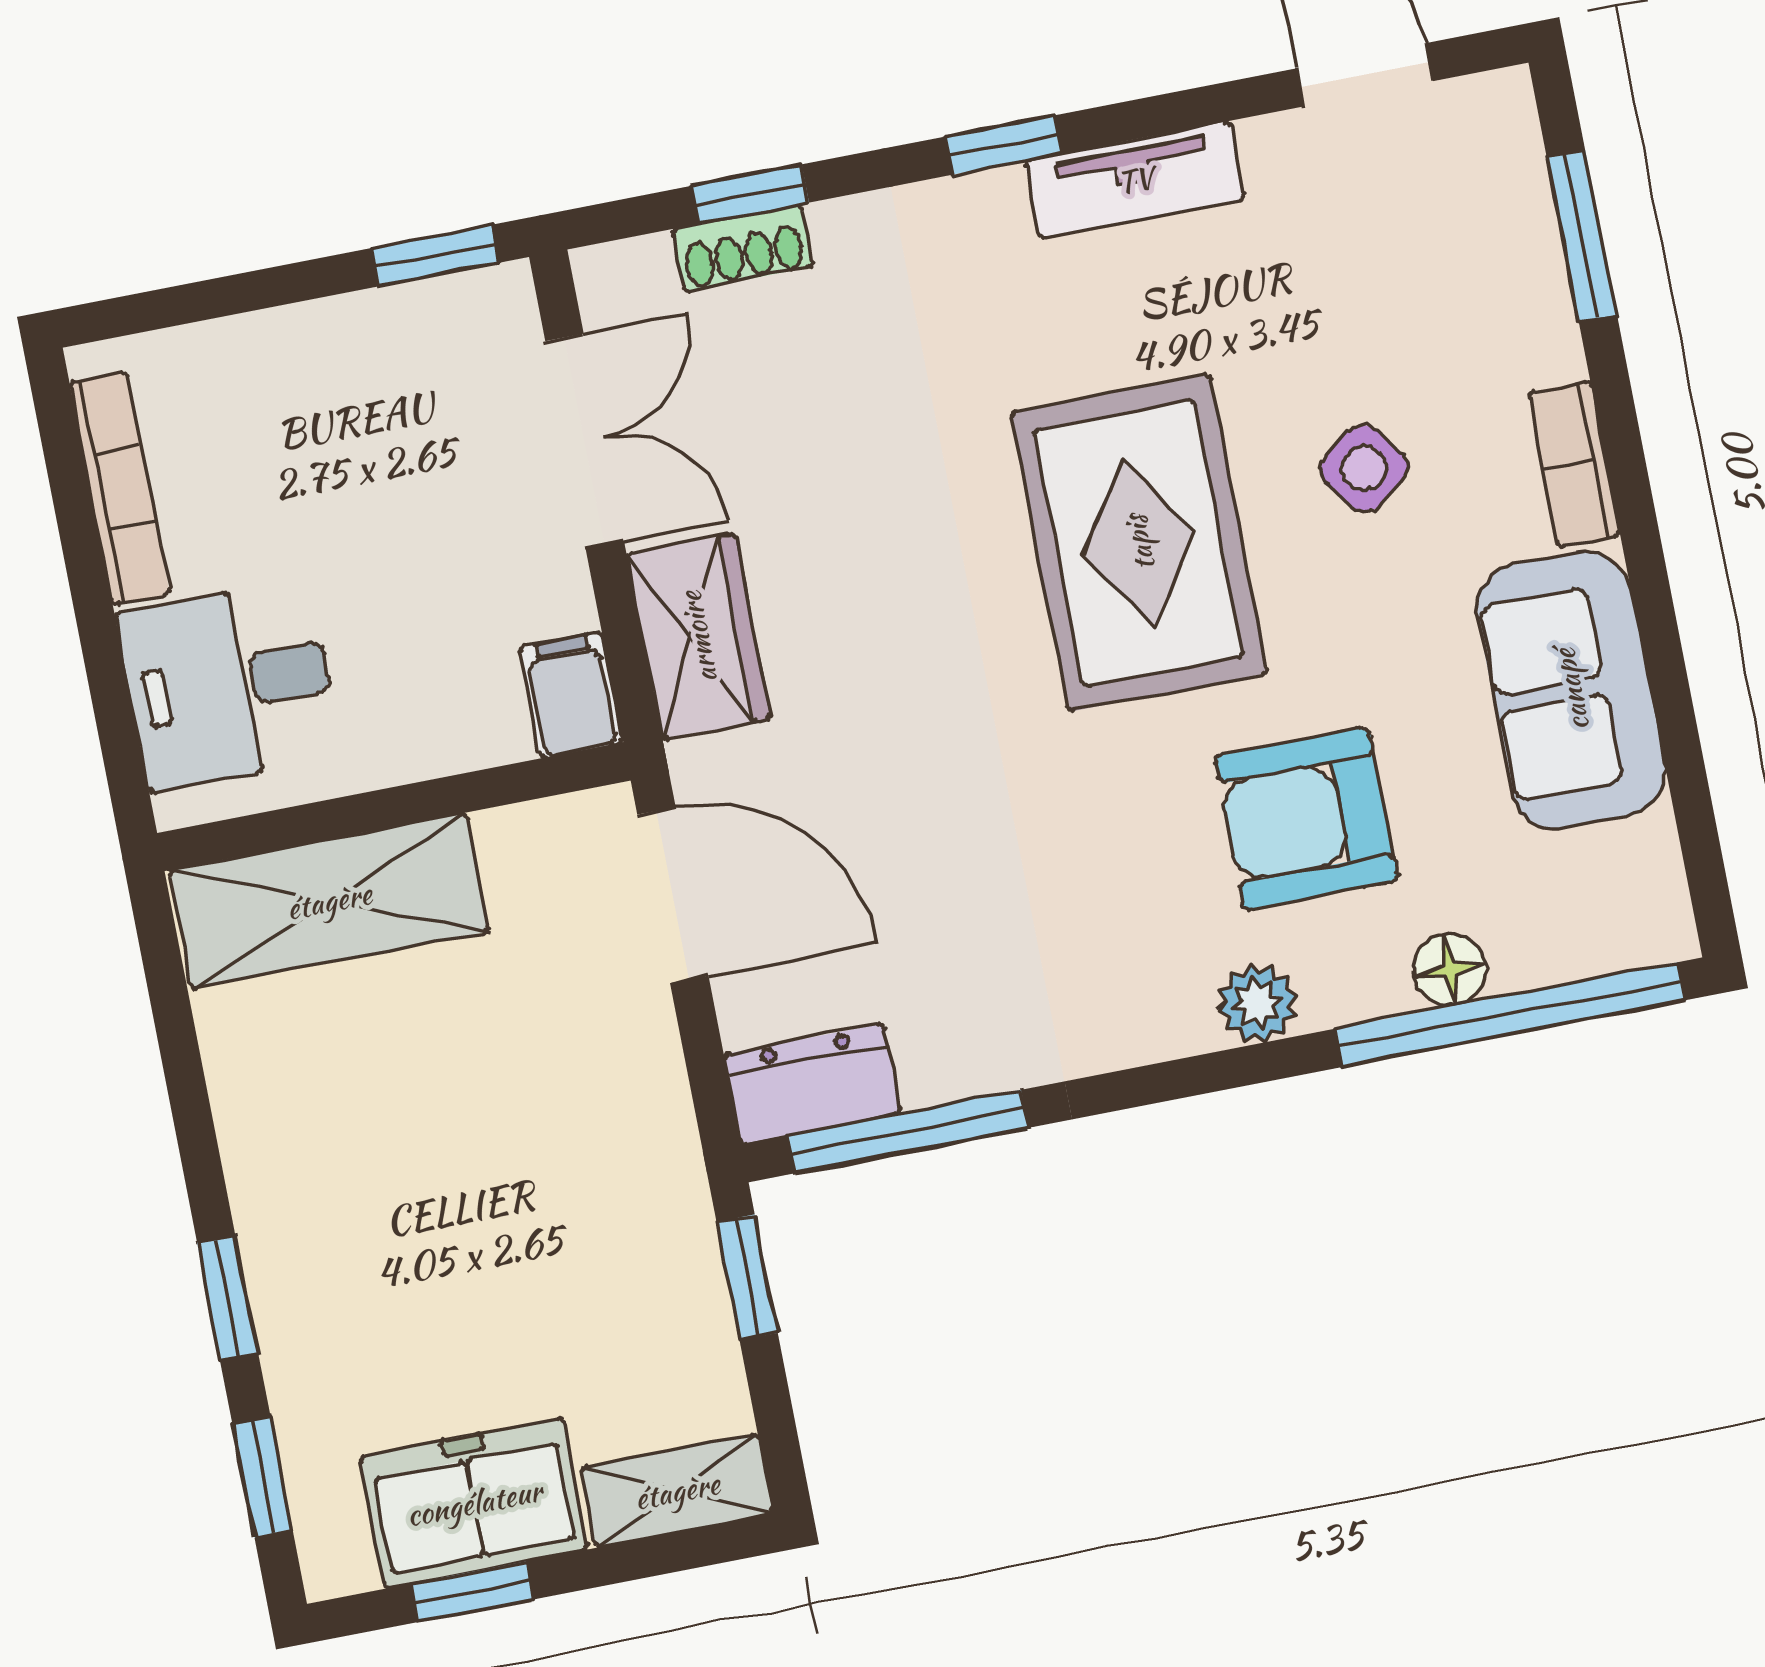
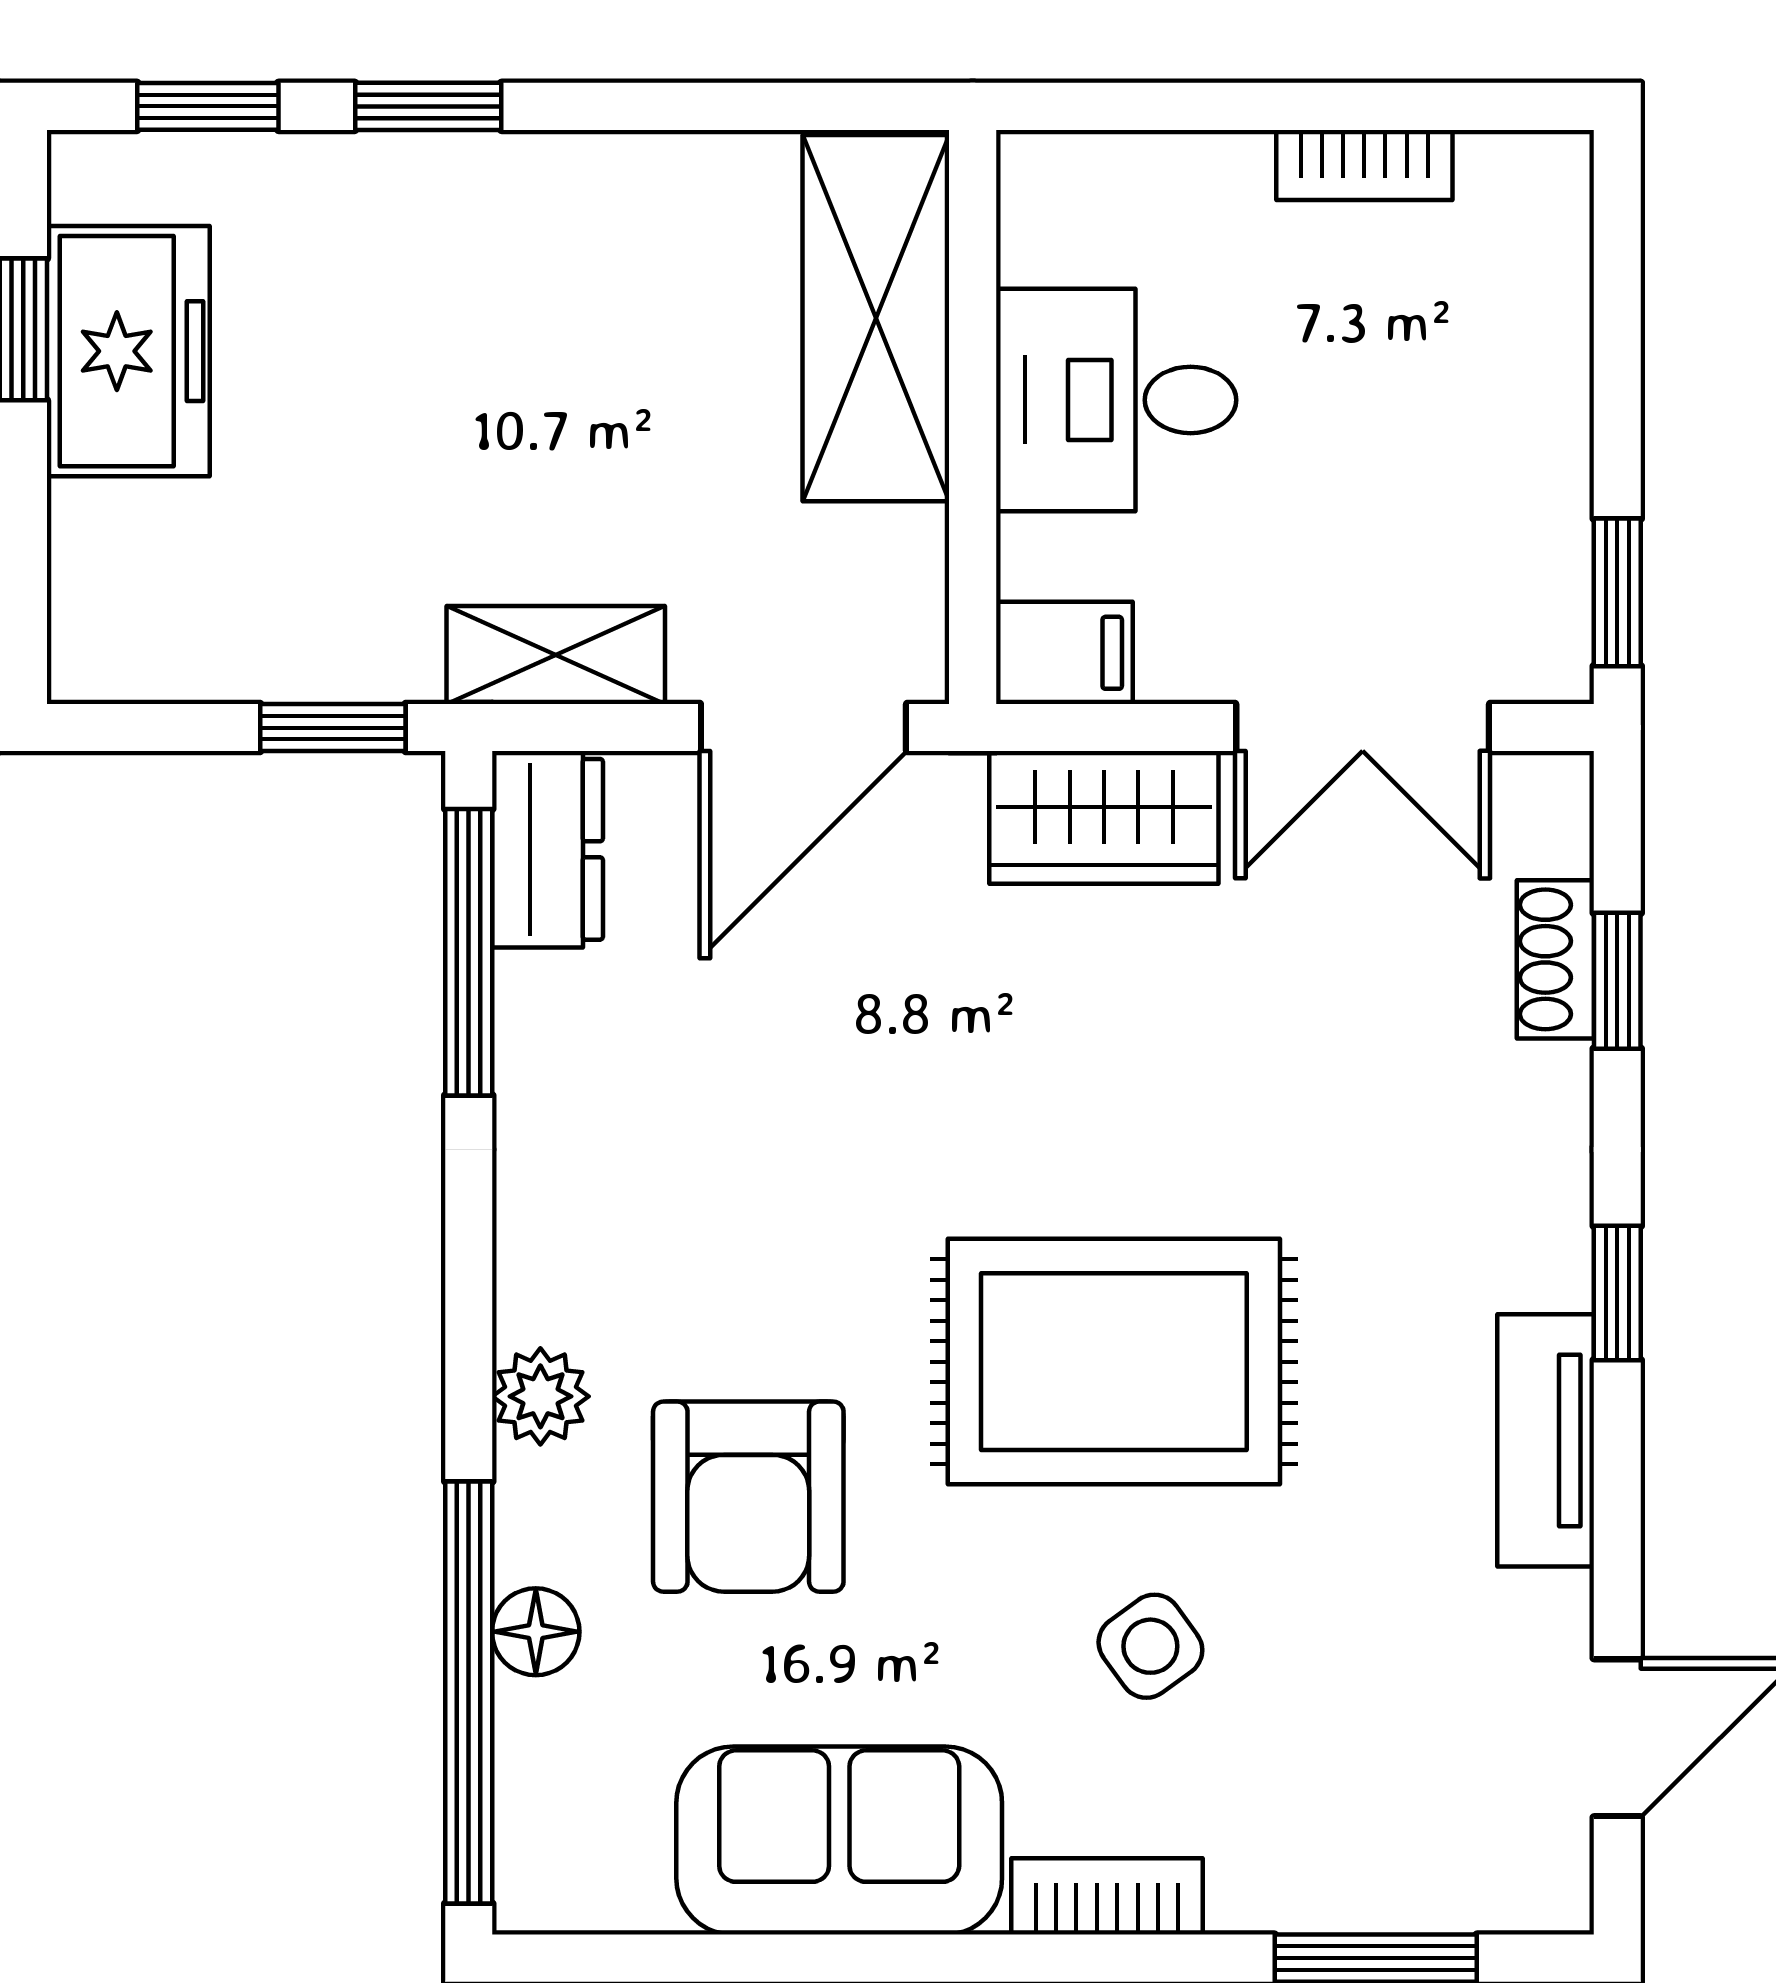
bookcase: (120, 488) -> (1364, 165), width x0.64
desk: (229, 684) -> (1116, 400), moved, turned -90
armchair: (1306, 819) -> (748, 1497), turned 180
shelving: (677, 1491) -> (556, 655), moved, turned 90

